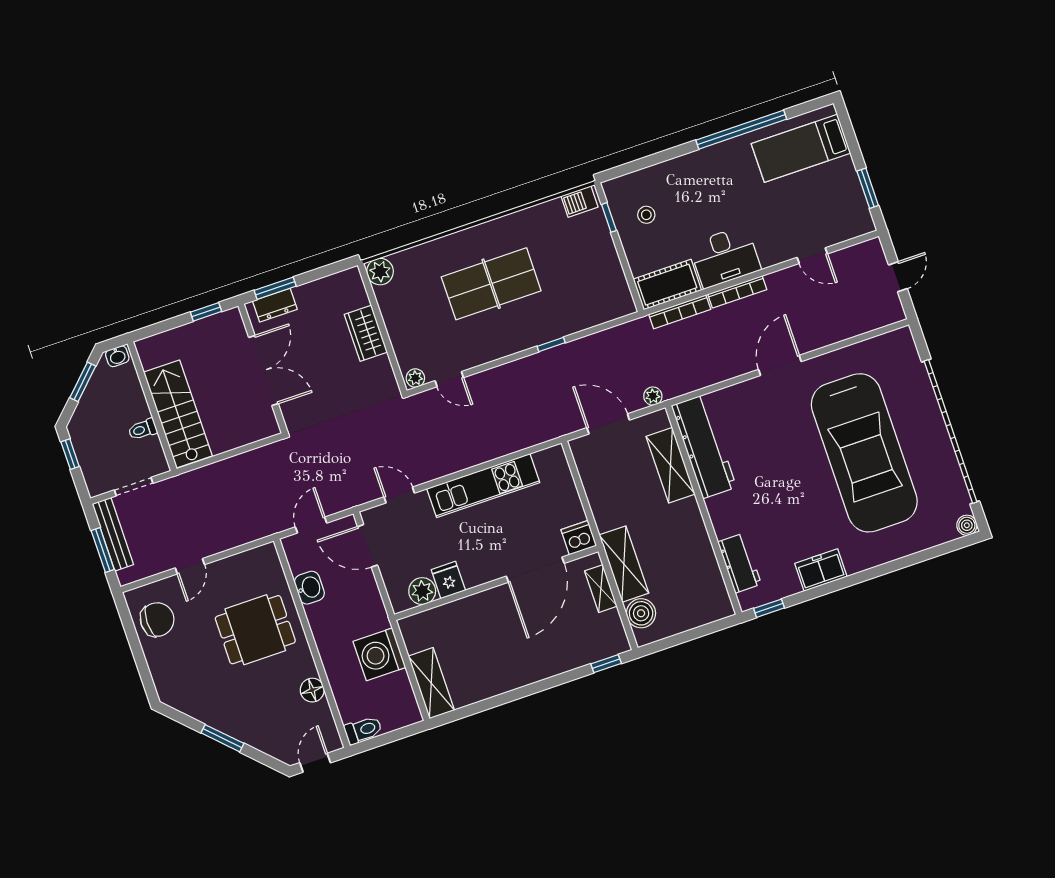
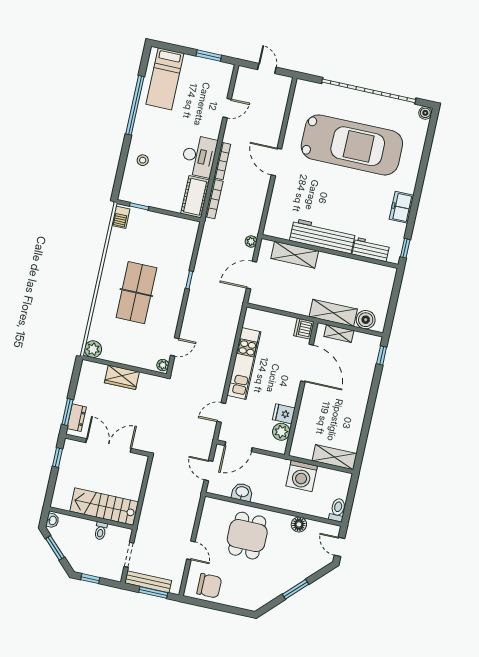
stool: (646, 215) -> (143, 160), moved
workbench: (704, 446) -> (323, 236), moved
chair: (157, 620) -> (209, 586), turned 90

